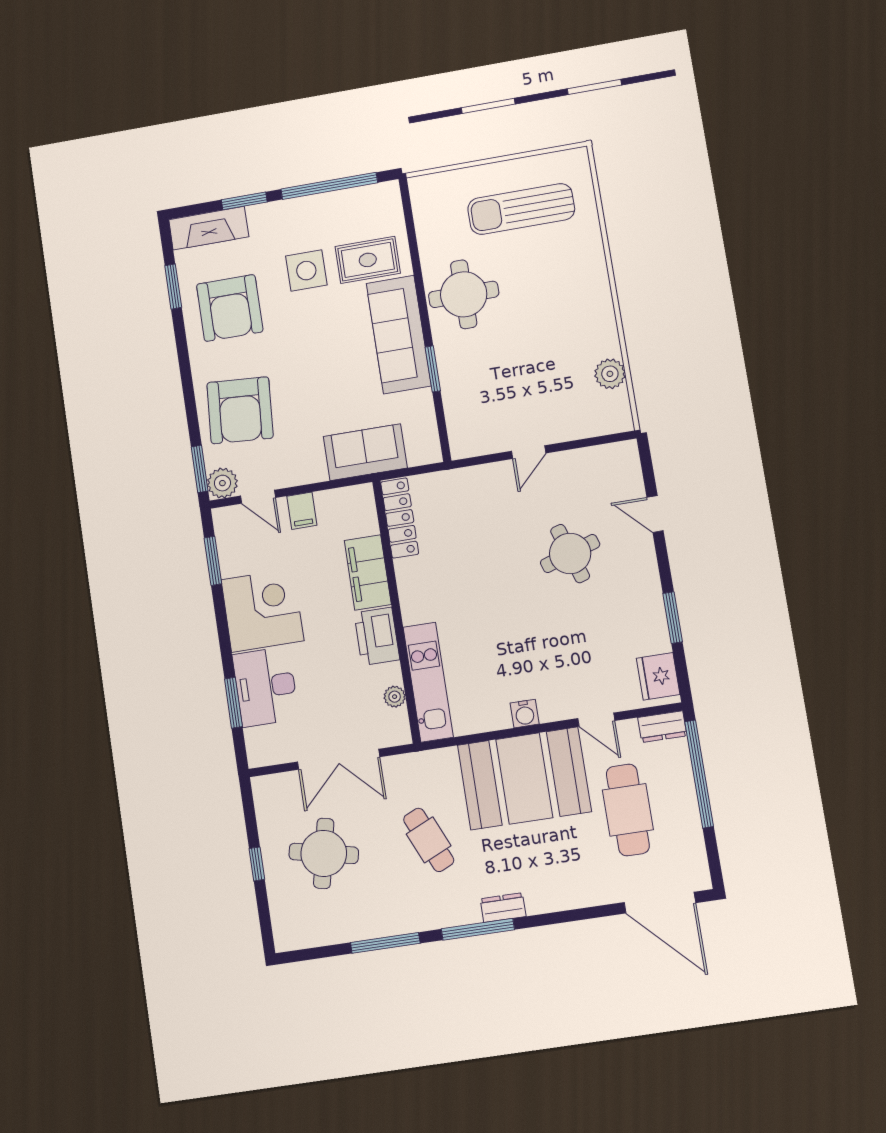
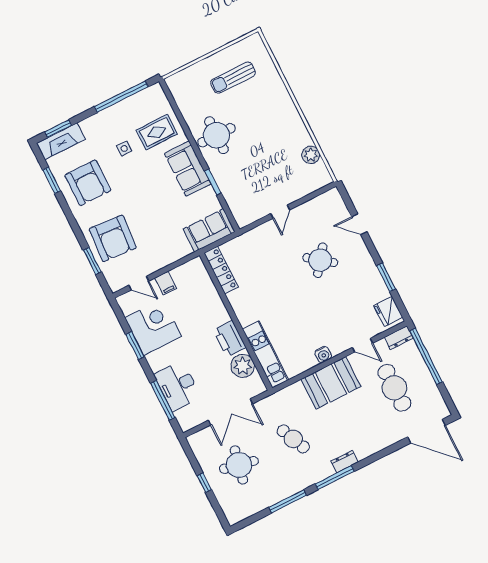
window: (244, 201) -> (58, 129), moved
sun lounger: (521, 209) -> (233, 78), width x0.73, depth x0.75
side table: (306, 271) -> (124, 148), width x0.54, depth x0.54
sofa: (399, 335) -> (188, 169), width x0.73
sofa: (365, 452) -> (209, 230), moved
window: (200, 469) -> (92, 261), moved
plant: (222, 483) -> (116, 282), removed
round table: (570, 554) -> (320, 260), turned -35
window: (213, 561) -> (135, 346), moved
filing cabinet: (368, 572) -> (213, 306), removed
corner desk: (262, 610) -> (153, 327), moved
plant: (395, 697) -> (243, 366), width x1.88, depth x1.88
window: (233, 703) -> (163, 400), width x1.44
booth: (524, 778) -> (331, 383), width x0.73, depth x0.70

